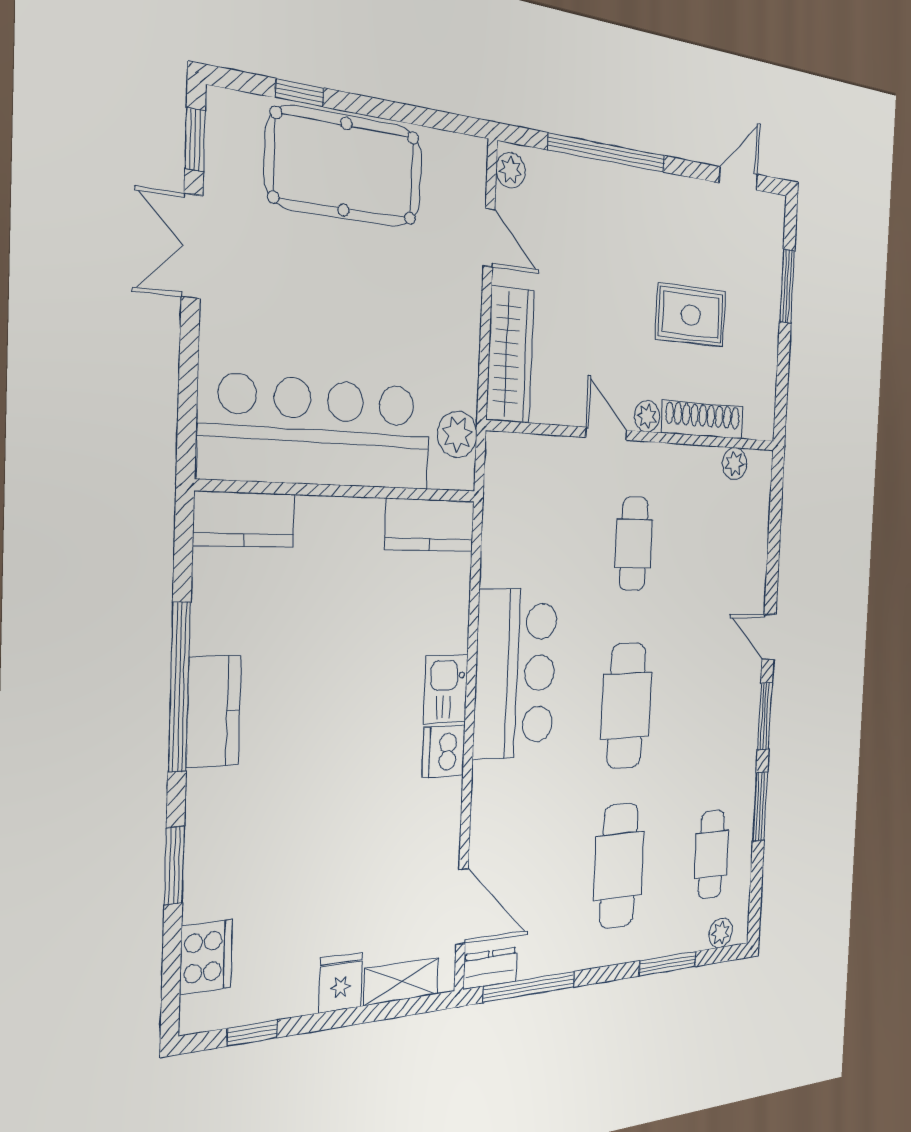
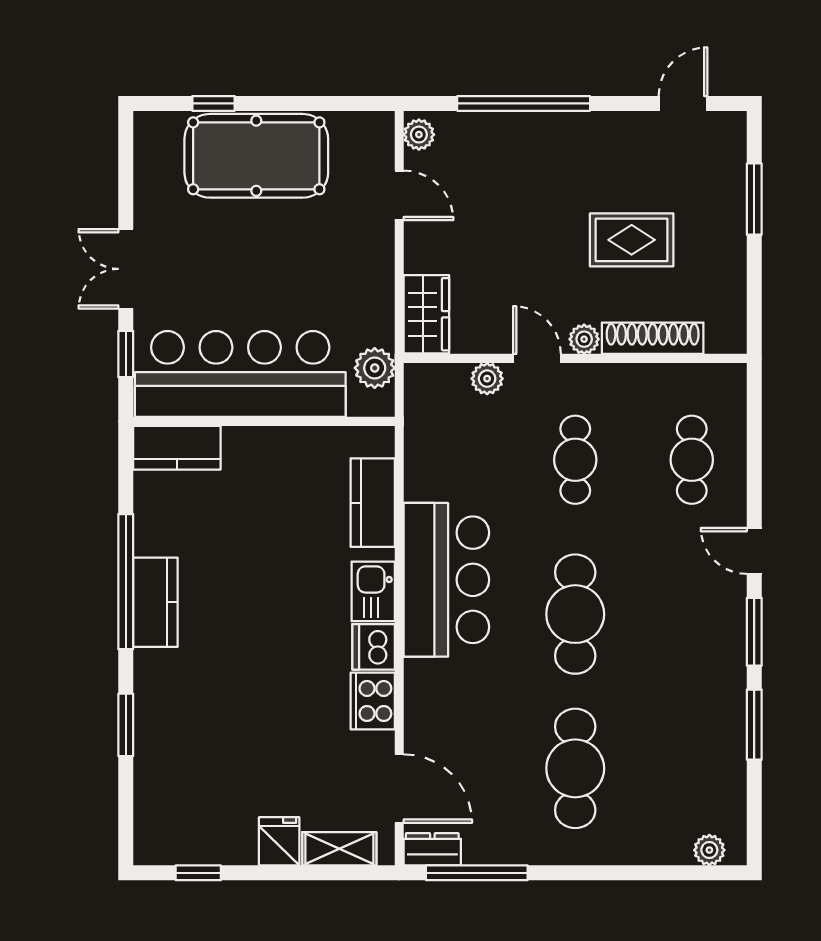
window: (195, 140) -> (126, 354), moved
double door: (192, 246) -> (126, 269), moved
wardrobe: (510, 355) -> (426, 314), width x0.67
plant: (735, 464) -> (487, 379), moved
kitchen counter: (430, 525) -> (373, 503), moved, turned 90
cafe table: (711, 854) -> (692, 460), moved
cooker: (206, 957) -> (373, 701), moved, turned 180
window: (668, 964) -> (642, 873), removed

